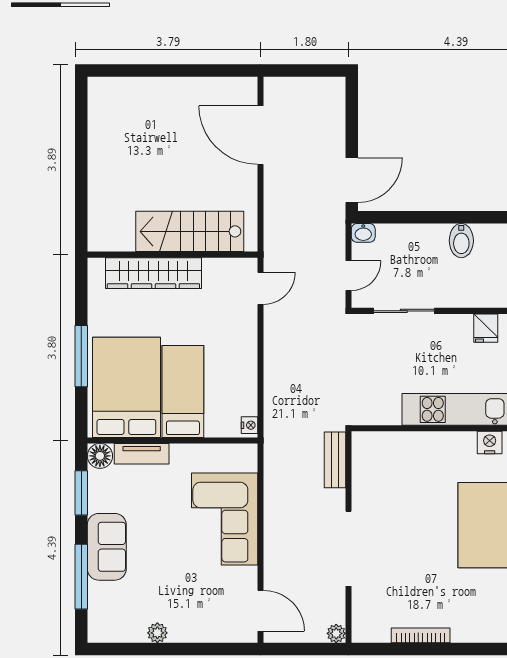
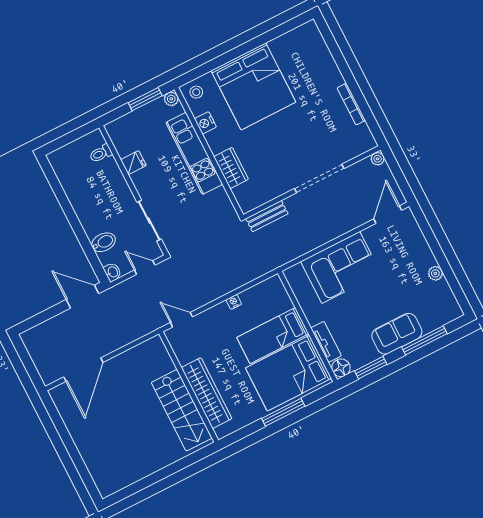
stairs: (190, 231) -> (182, 410), moved
bidet: (461, 241) -> (104, 242), moved
nightstand: (250, 425) -> (234, 302), moved
wardrobe: (417, 446) -> (231, 168), added

